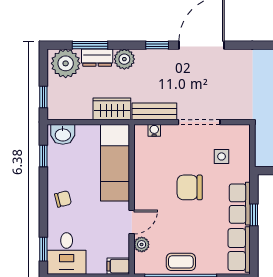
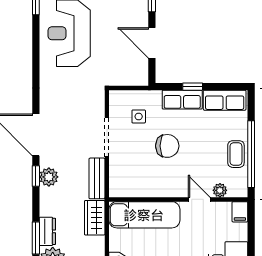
plant: (124, 59) -> (49, 177), moved
water cooler: (154, 130) -> (115, 179), removed
chair: (190, 187) -> (167, 146), turned -90

